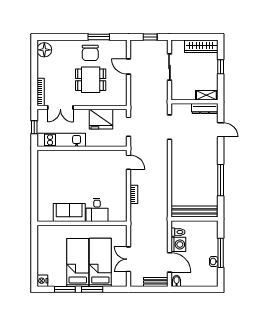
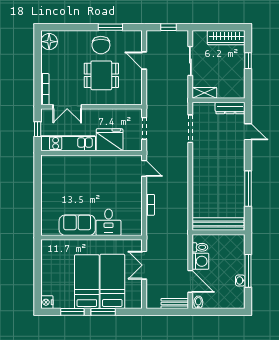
shelving: (206, 95) -> (204, 93), moved
fridge: (101, 119) -> (110, 140), moved, turned 180
double door: (129, 259) -> (144, 265), moved

